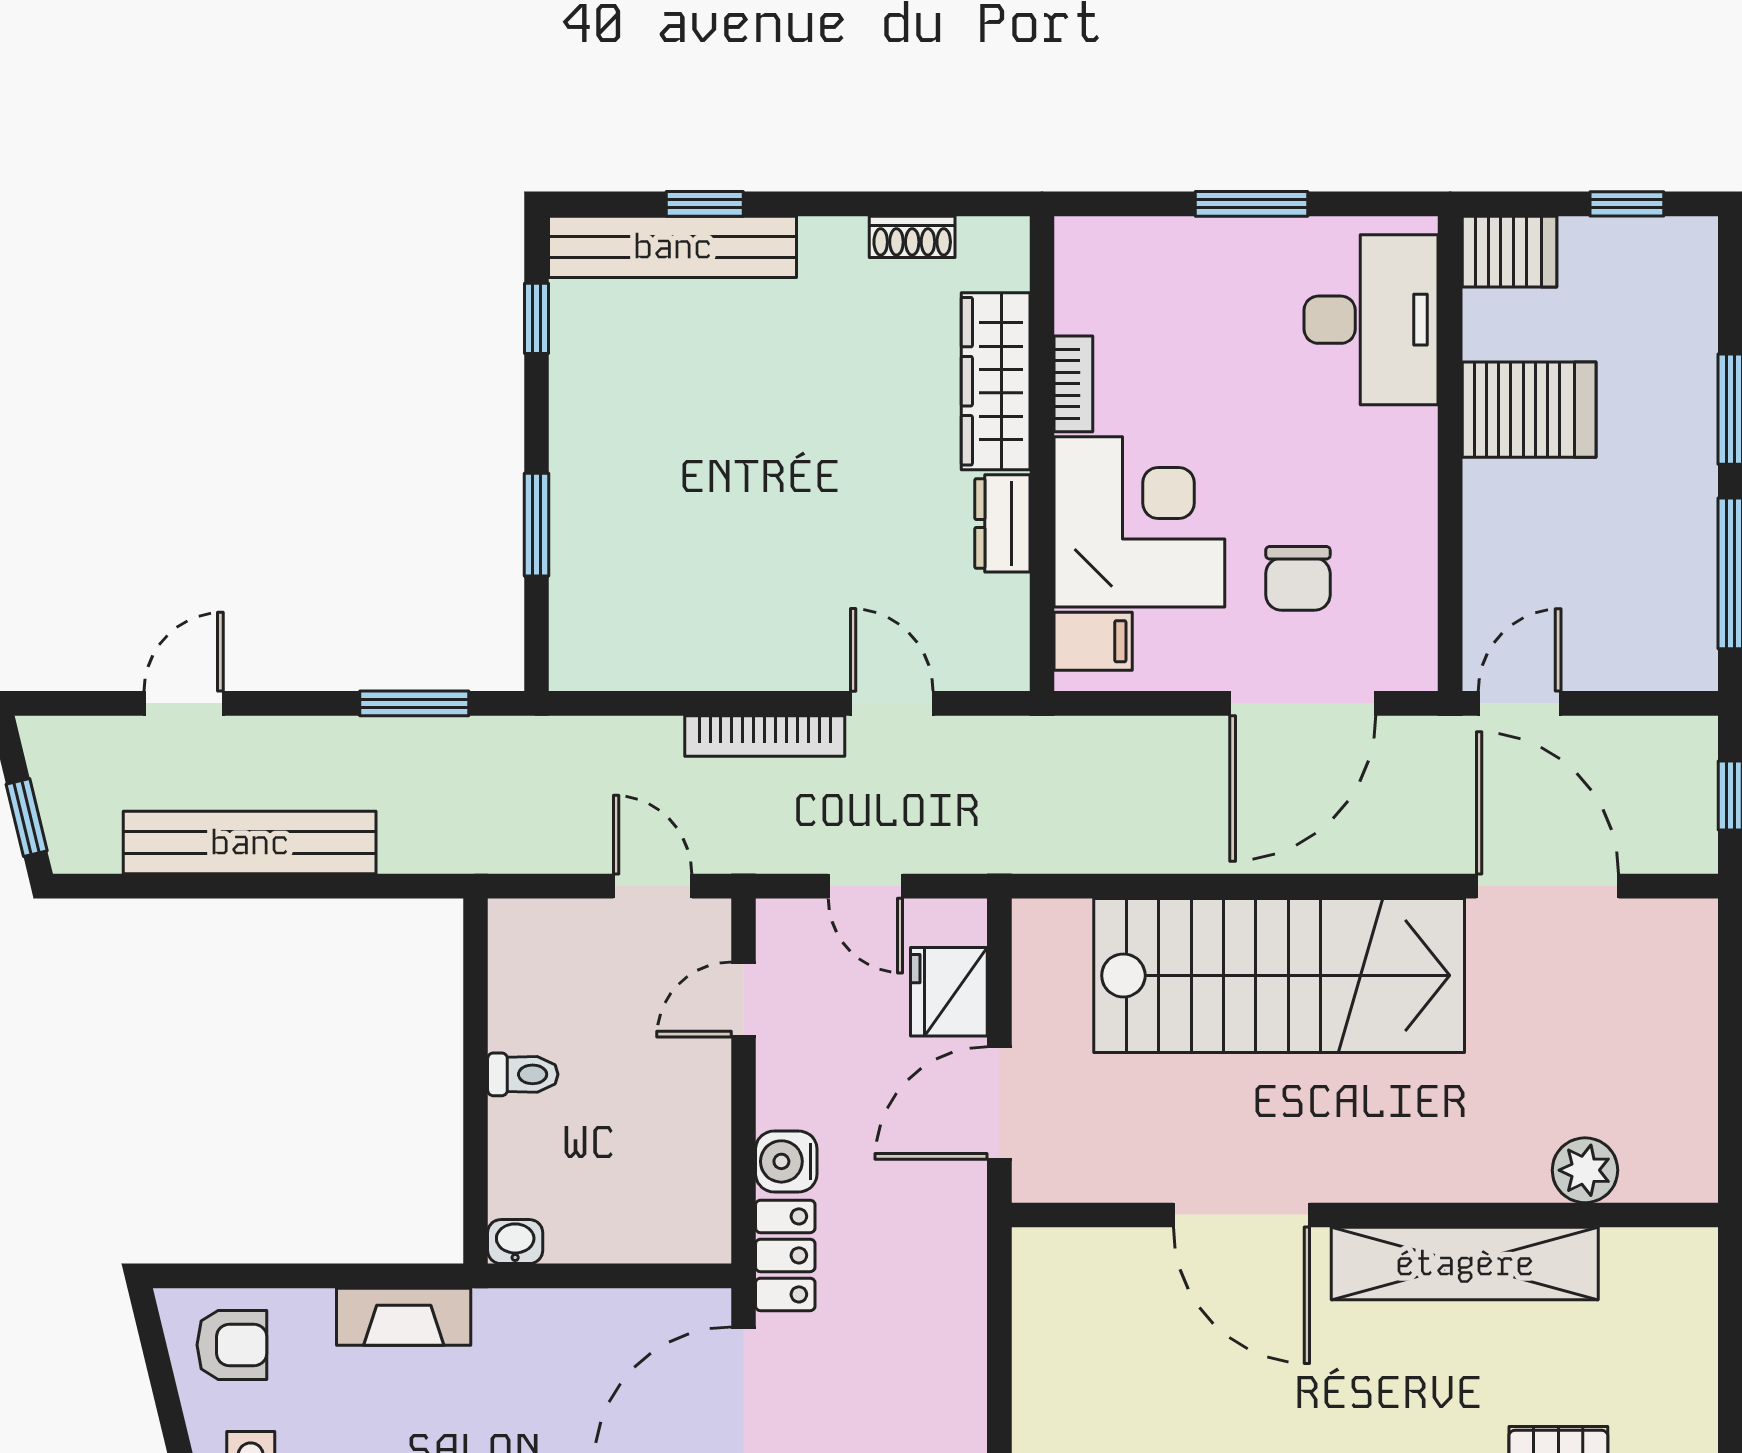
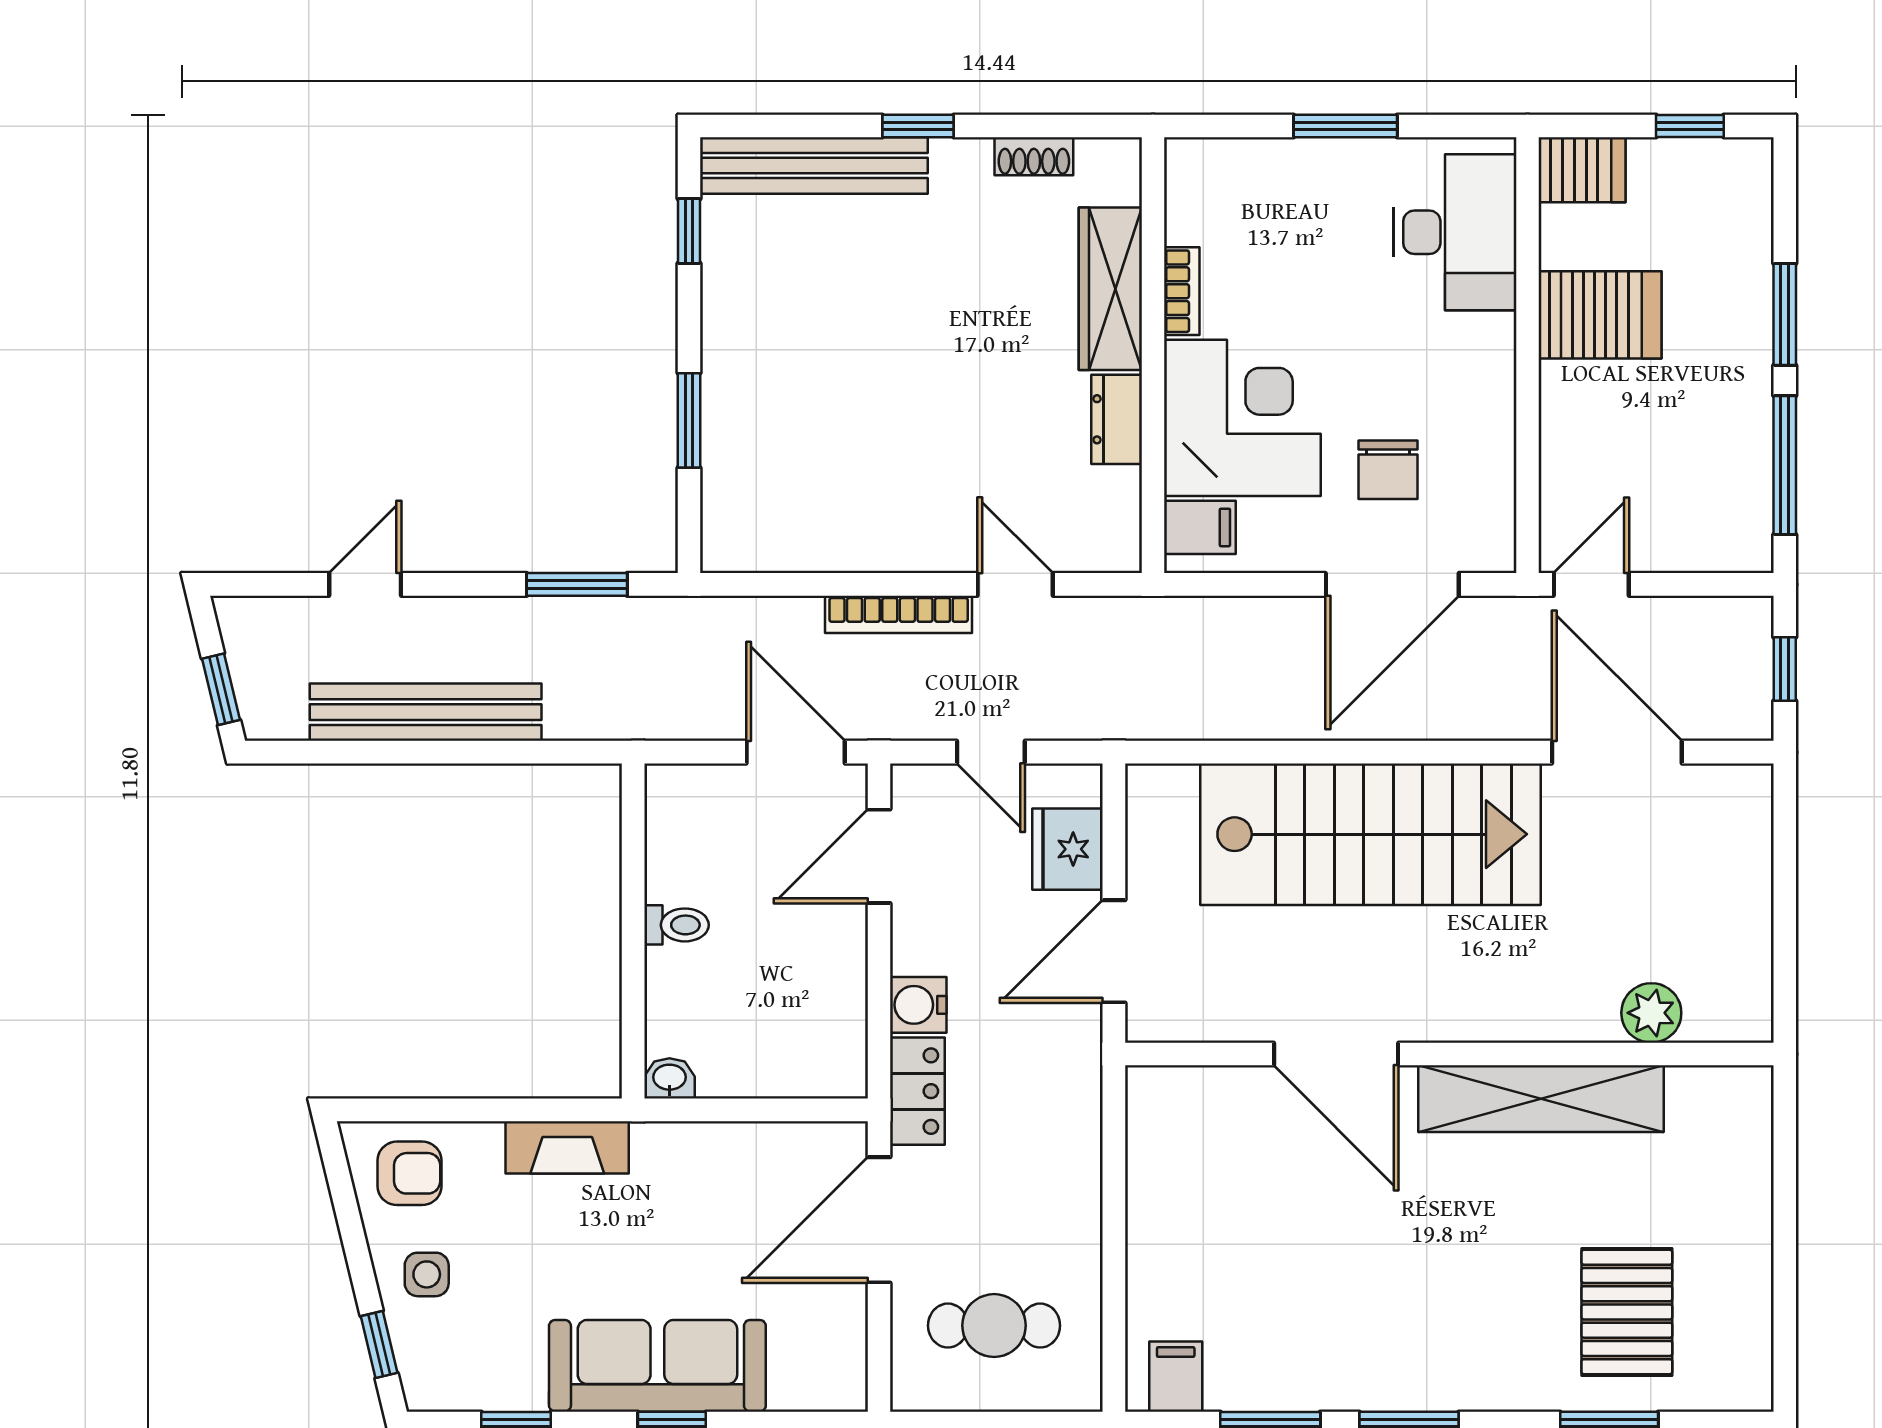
window: (705, 204) -> (918, 126), moved
door: (653, 886) -> (796, 752), width x1.38
door: (744, 999) -> (879, 856), width x1.37

